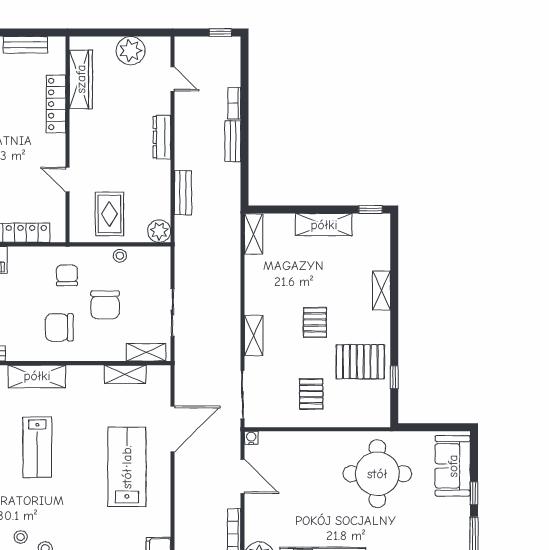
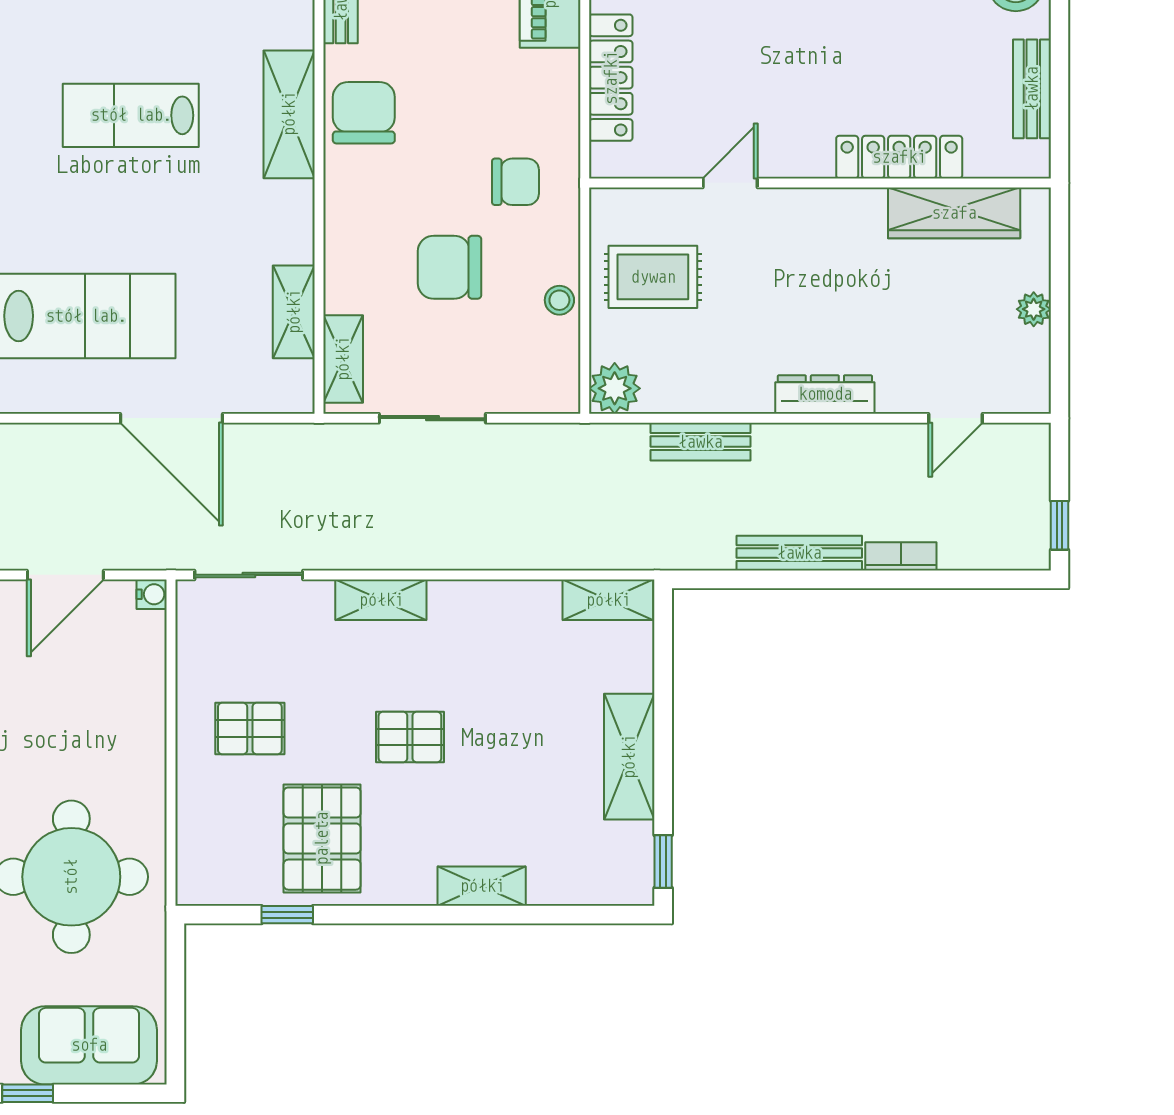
plant: (131, 51) -> (1034, 309), width x0.53, depth x0.53
bench: (233, 141) -> (799, 553), width x1.36
chair: (59, 327) -> (364, 113), moved

